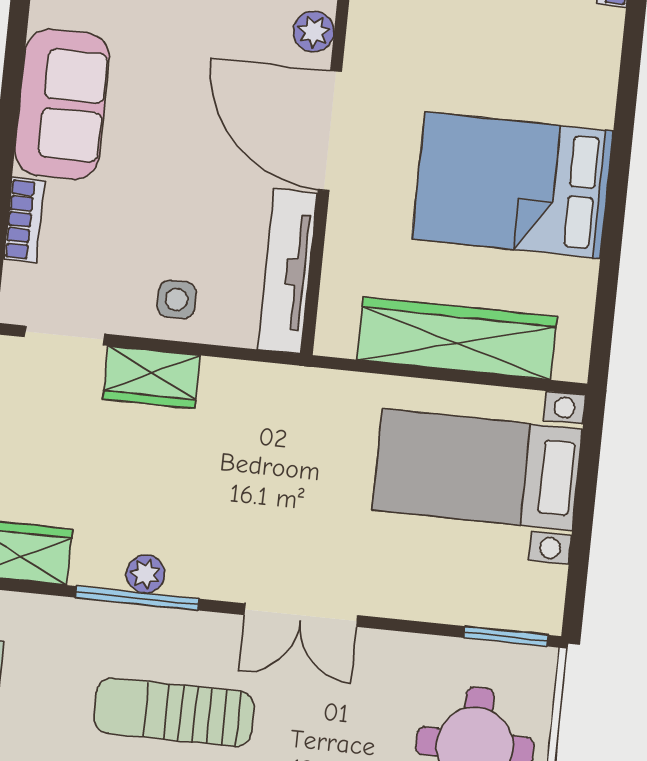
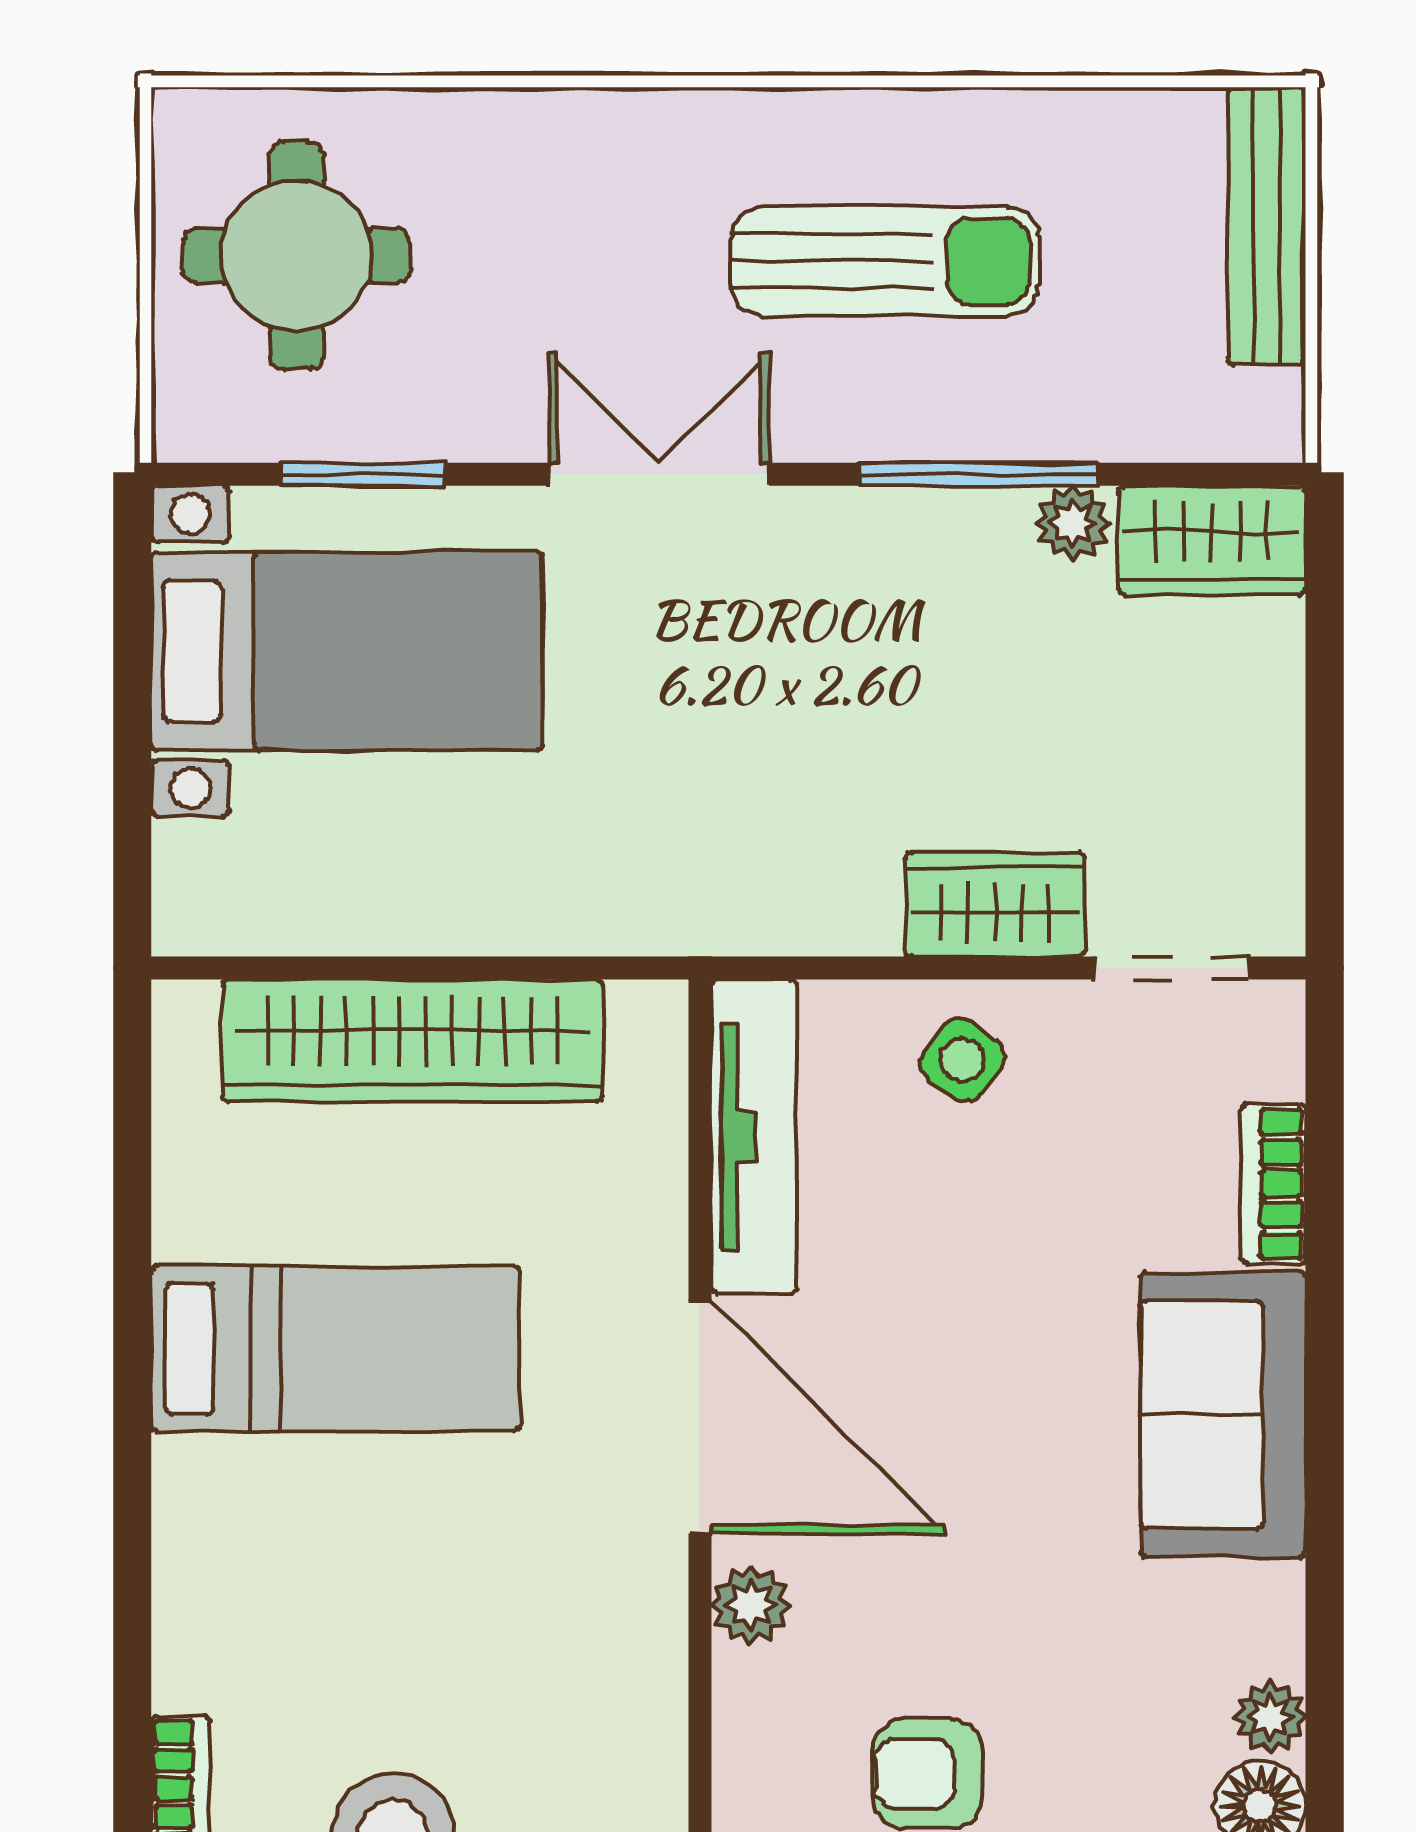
bed: (513, 185) -> (336, 1348), width x0.67
side table: (177, 300) -> (962, 1060), turned 36
bed with nightstands: (477, 469) -> (347, 651), moved
plant: (146, 574) -> (1073, 523), moved
window: (506, 636) -> (363, 474), moved

